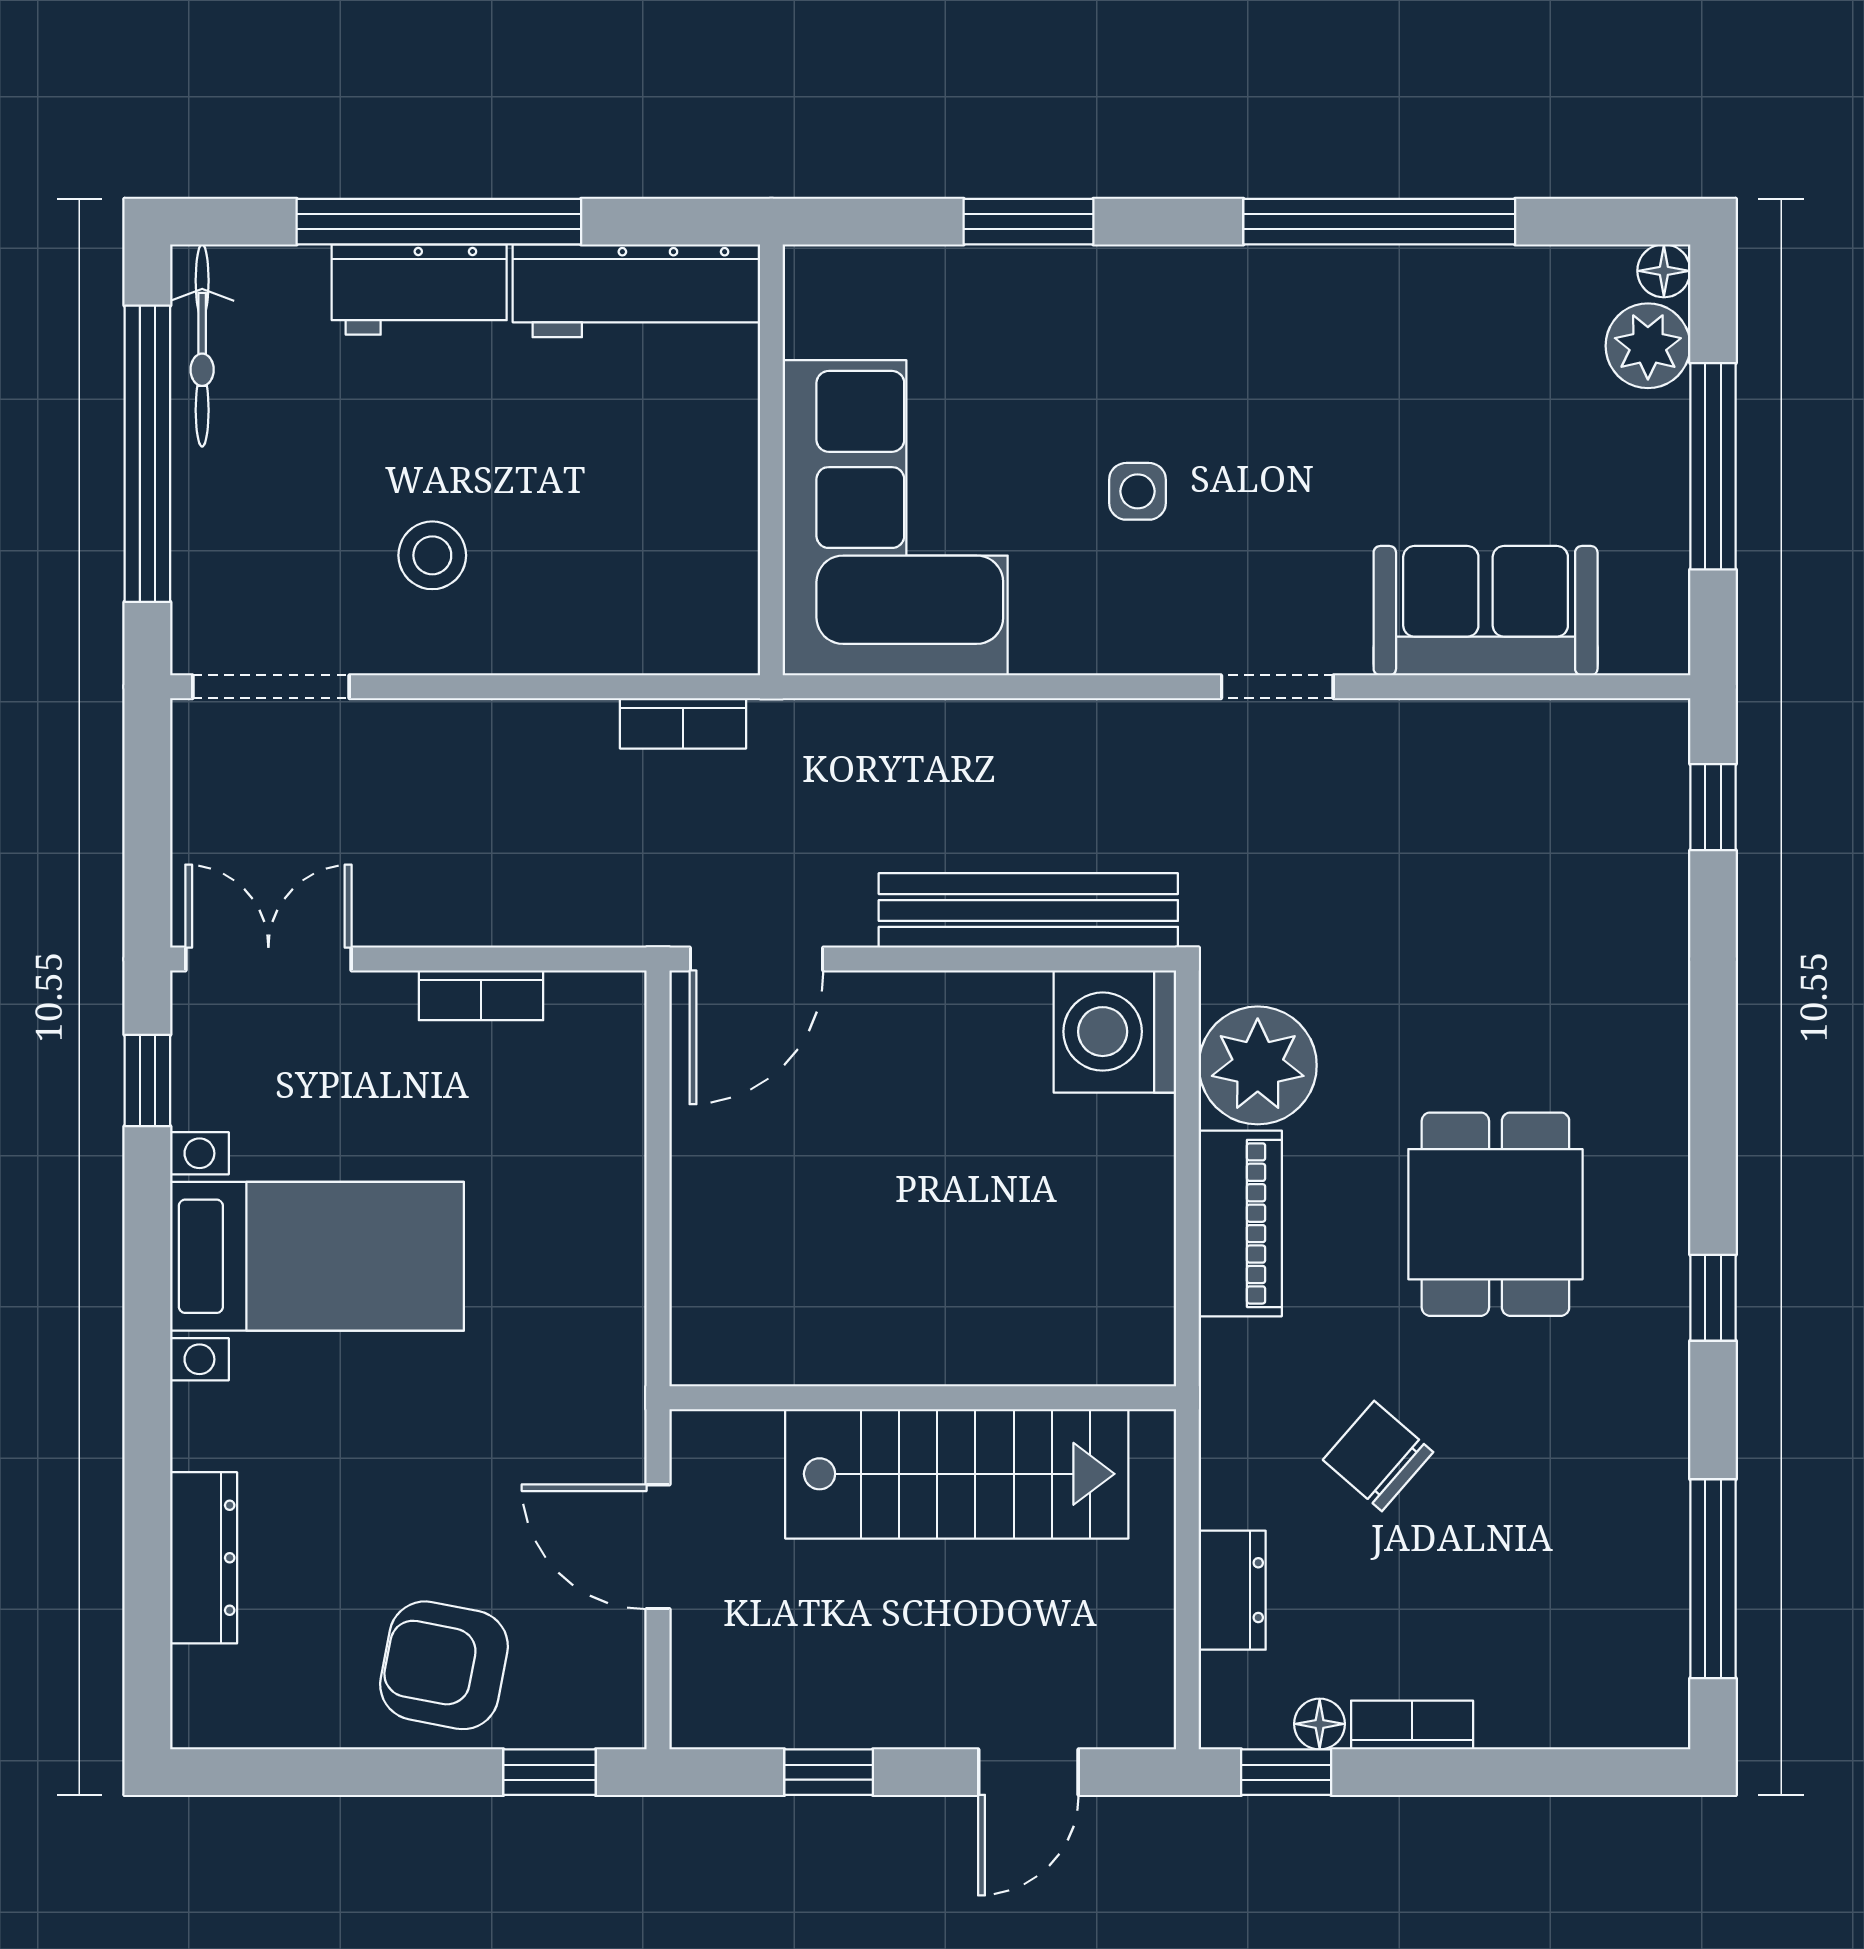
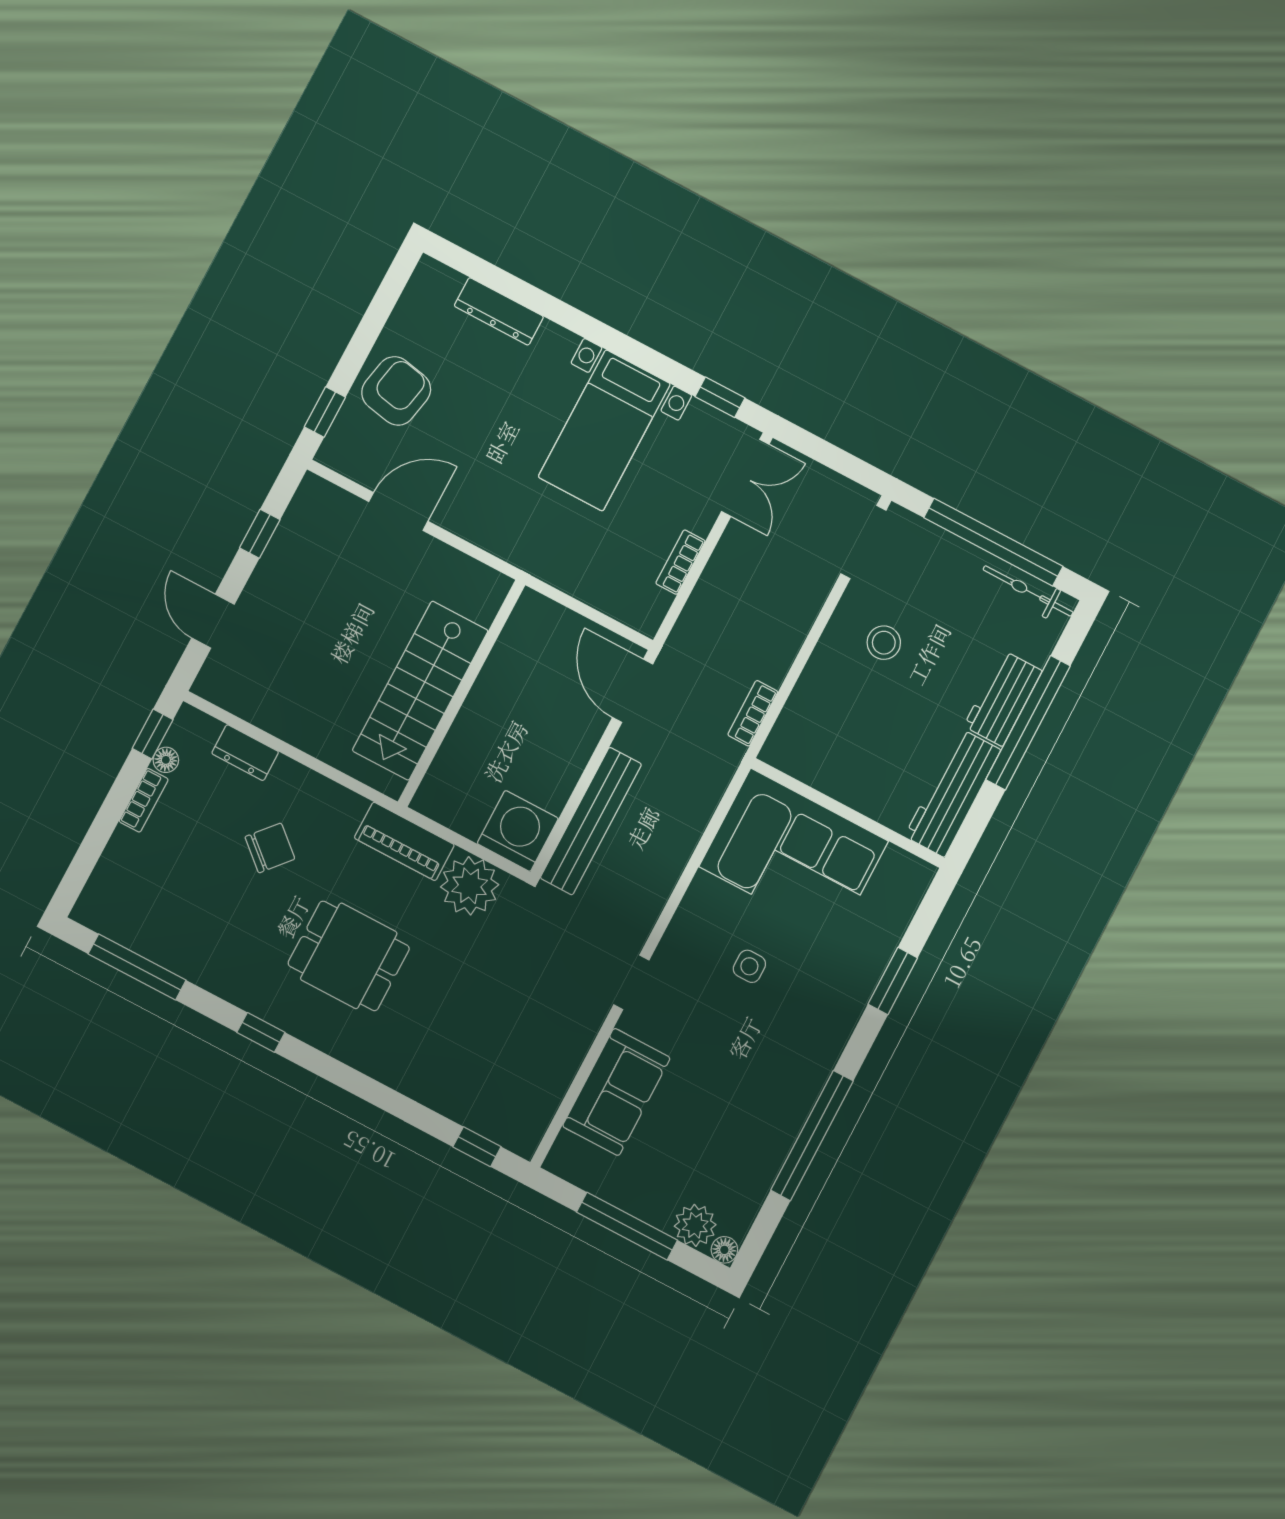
wall: (923, 1398) -> (462, 693), moved
stairs: (957, 1474) -> (420, 691), moved

